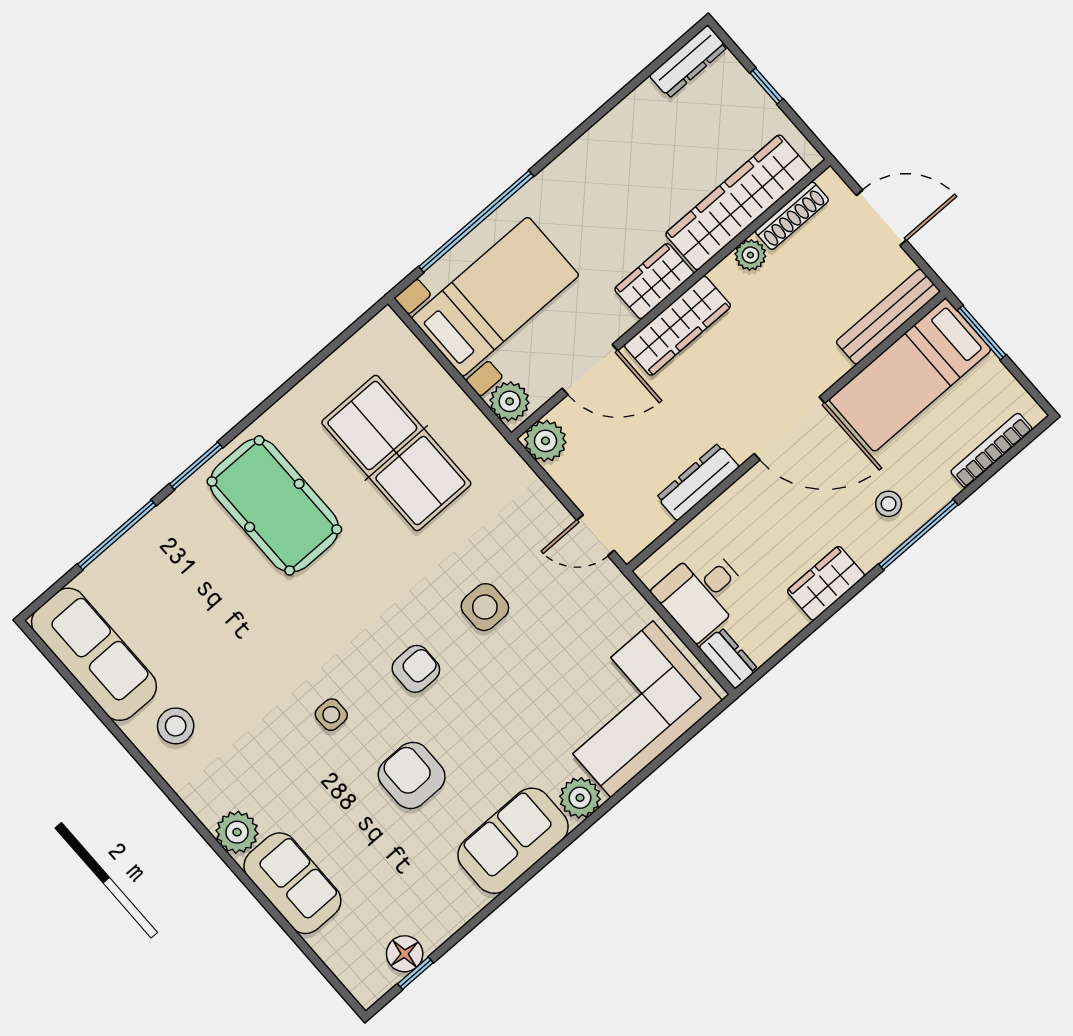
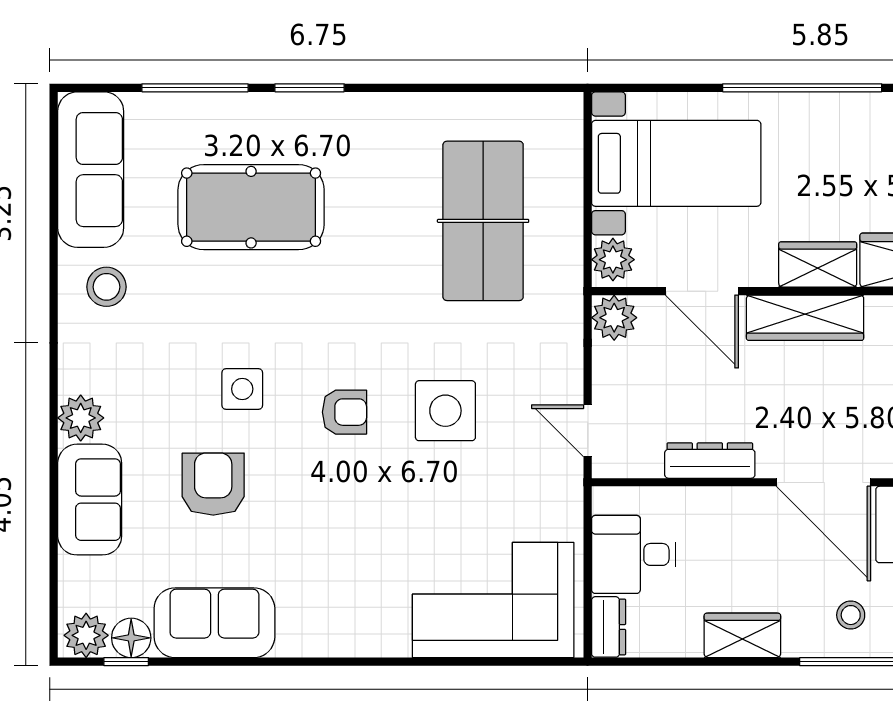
window: (476, 221) -> (802, 88), moved
pool table: (274, 505) -> (251, 207), moved, turned 90
side table: (485, 607) -> (445, 411), width x1.37, depth x1.37
side table: (331, 715) -> (242, 389), width x1.37, depth x1.37
armchair: (412, 775) -> (213, 484), moved
plant: (580, 798) -> (86, 635), moved
sofa: (513, 841) -> (214, 623), moved

